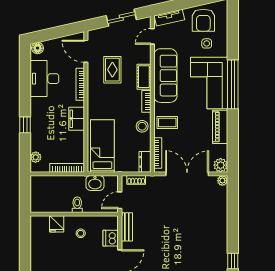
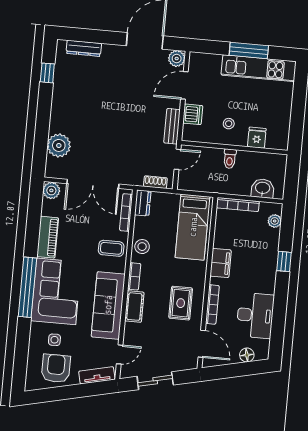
floor lamp: (38, 48) -> (247, 355), moved
rug: (112, 70) -> (181, 303), moved
plant: (222, 181) -> (59, 145), moved, width x1.88, depth x1.88
washbasin: (95, 183) -> (263, 188), moved

